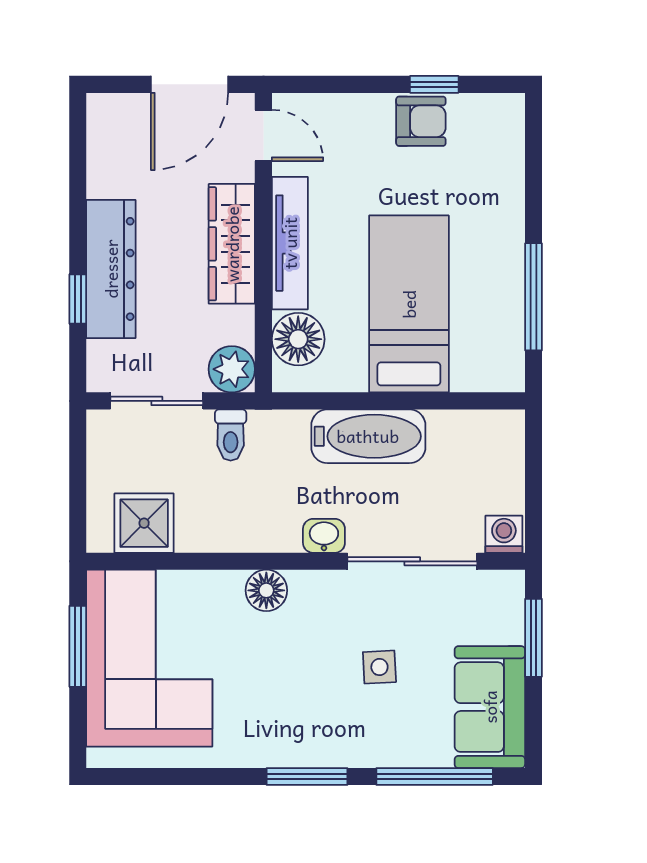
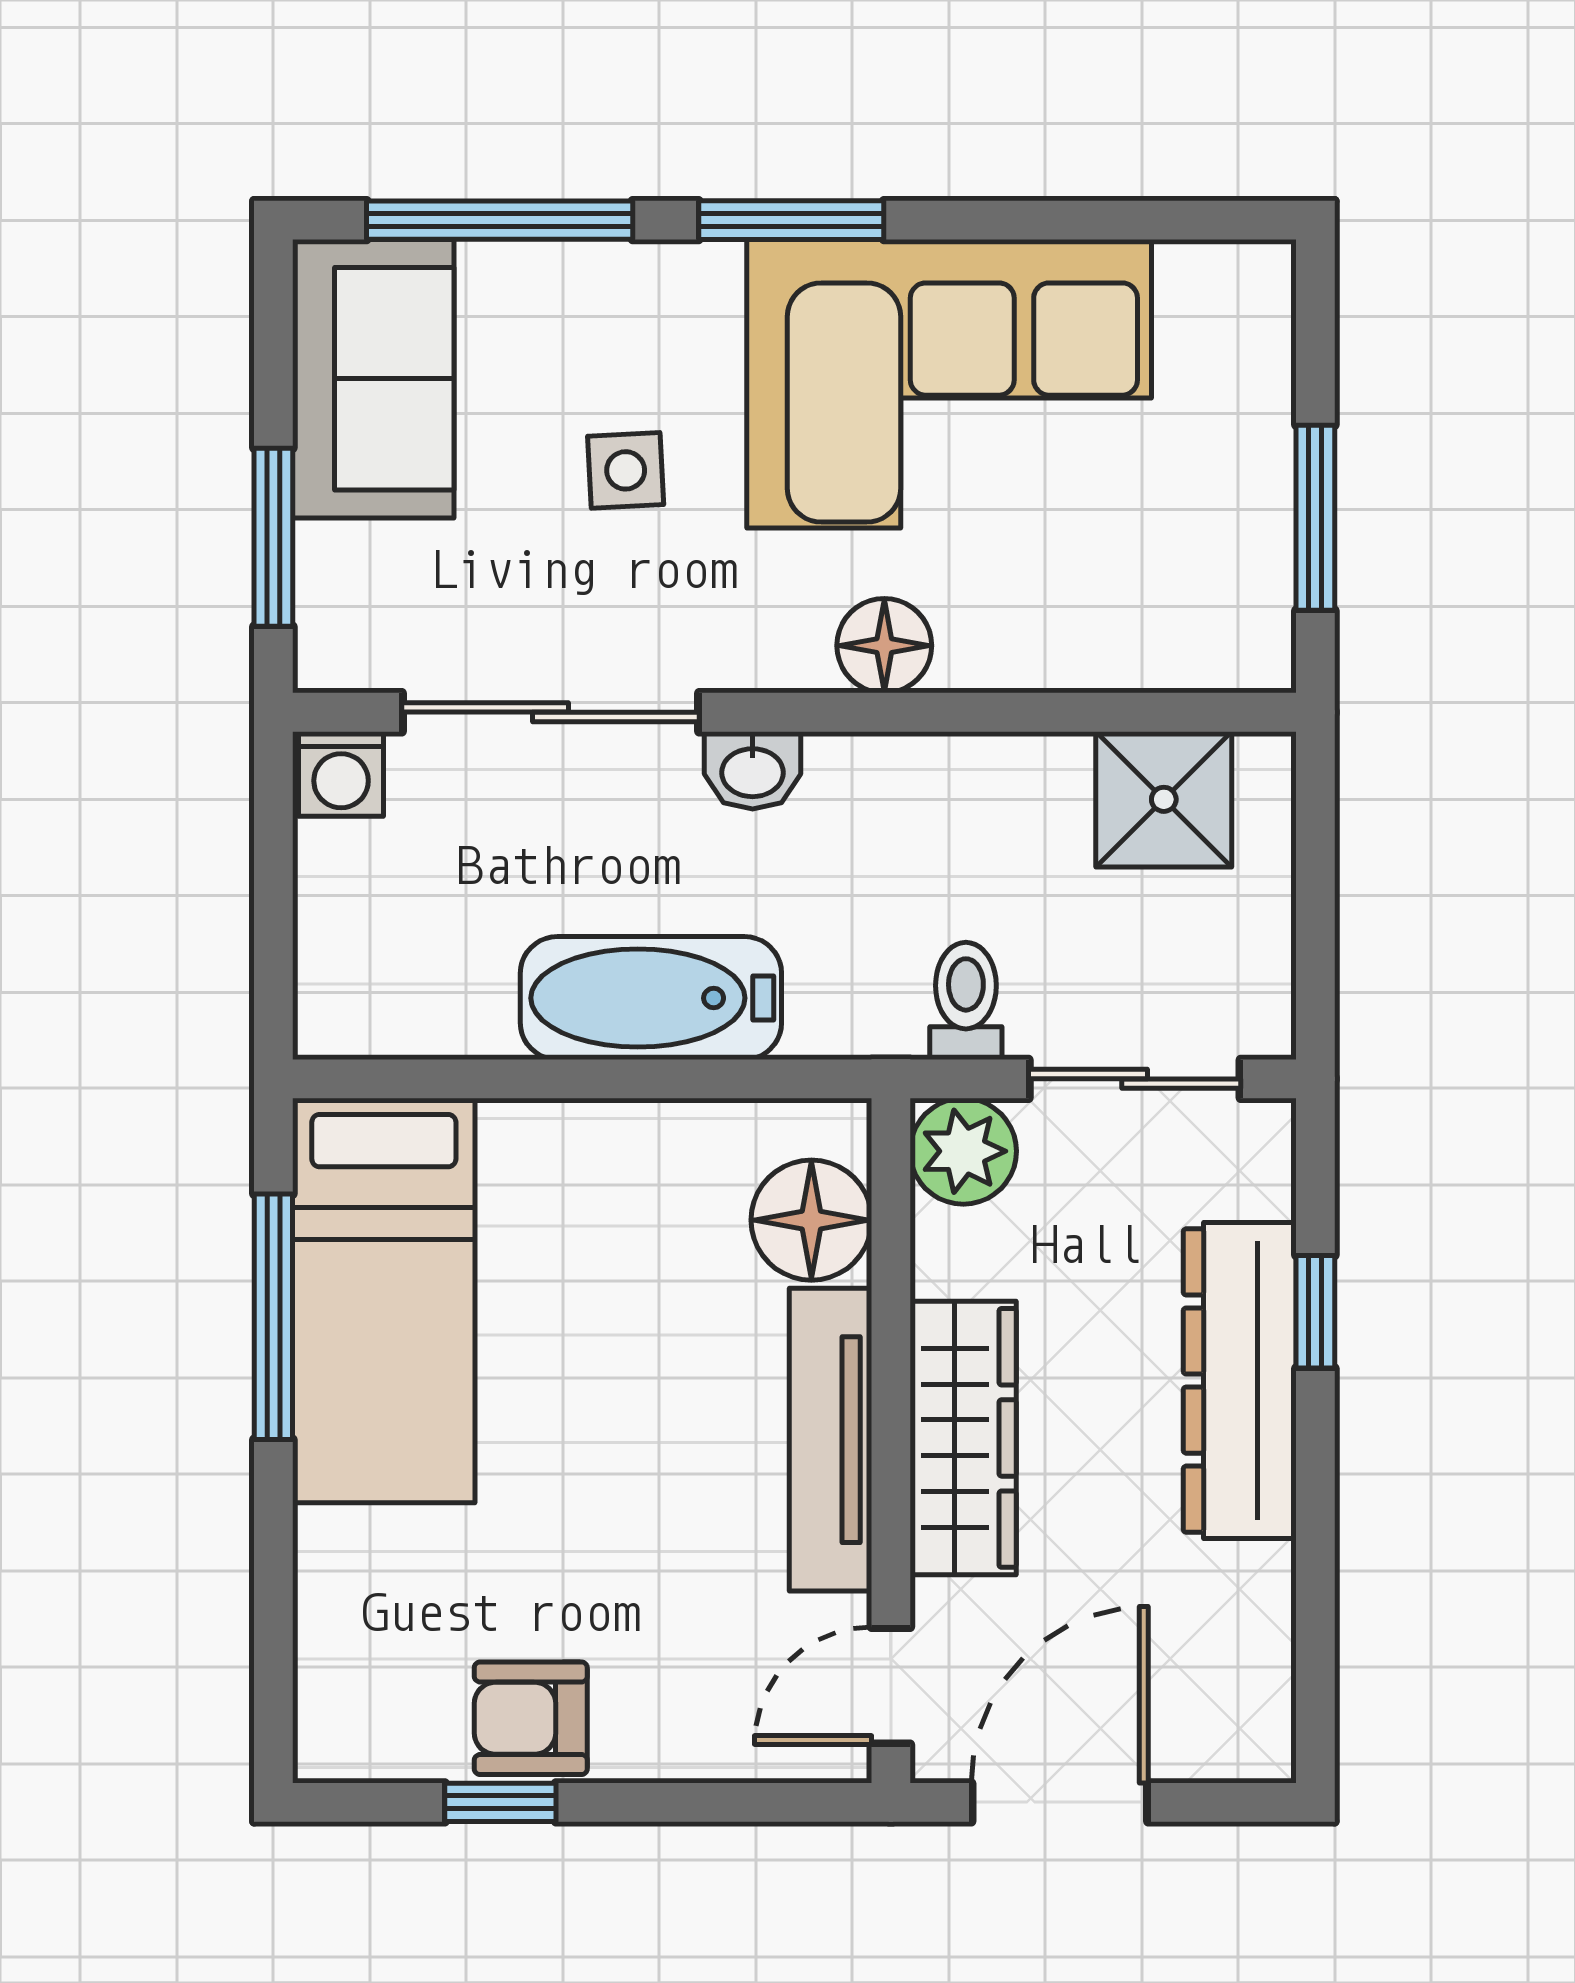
door: (263, 135) -> (891, 1686), hinge flipped
bed: (409, 304) -> (384, 1301), moved
corner sofa: (149, 658) -> (949, 384), moved, turned -90

